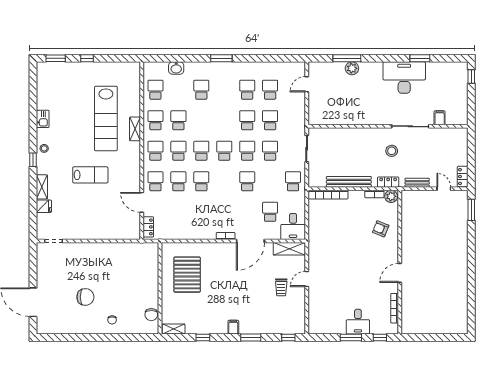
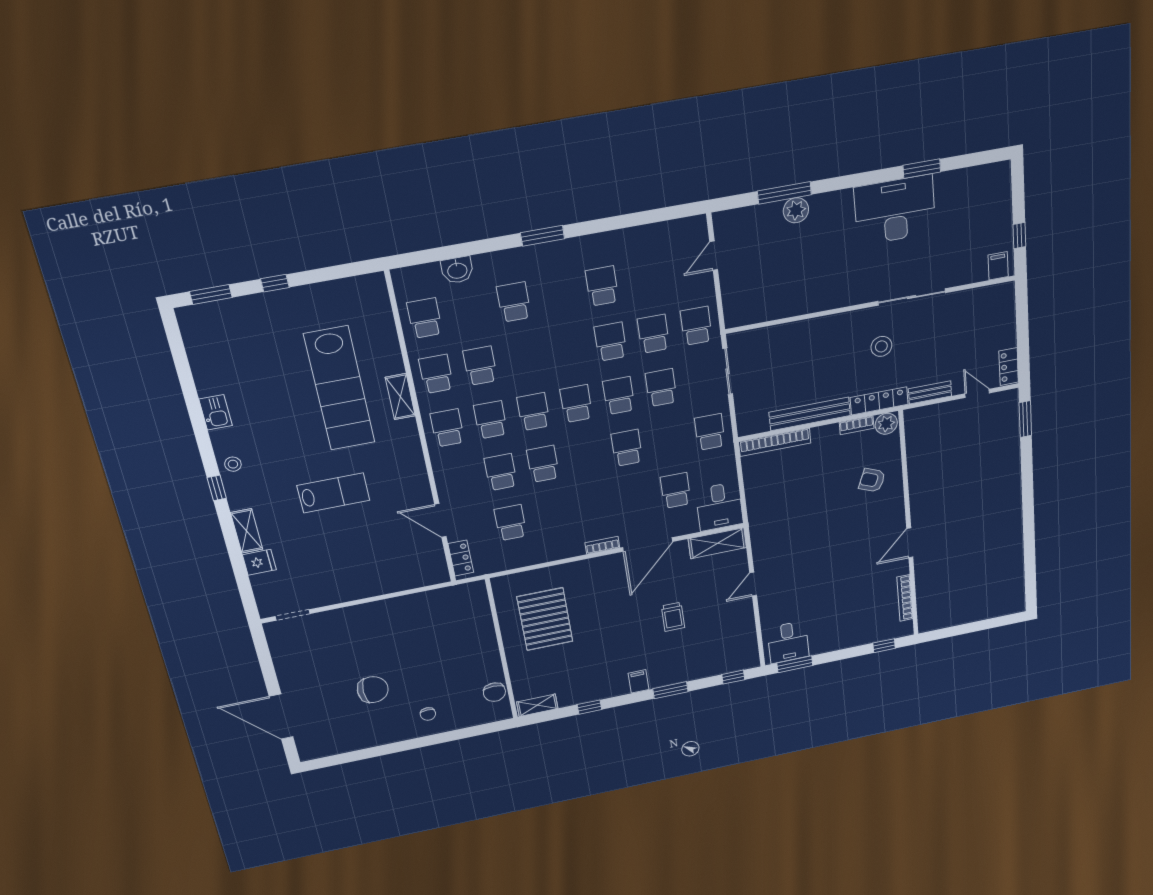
window: (471, 76) -> (1019, 236), moved
school desk: (270, 90) -> (696, 326), moved
filing cabinet: (440, 118) -> (998, 266), moved
school desk: (155, 181) -> (510, 523), moved
locker: (388, 182) -> (879, 401), width x1.53
trolley: (281, 287) -> (673, 617), moved
desk: (358, 322) -> (788, 642), moved
window: (351, 337) -> (795, 664), moved

